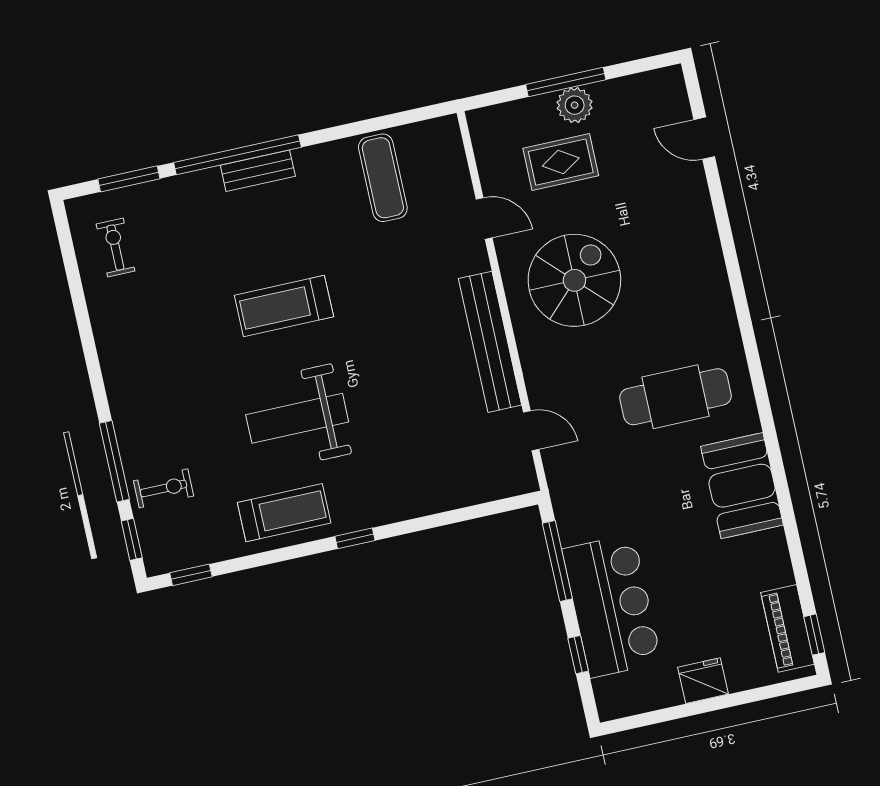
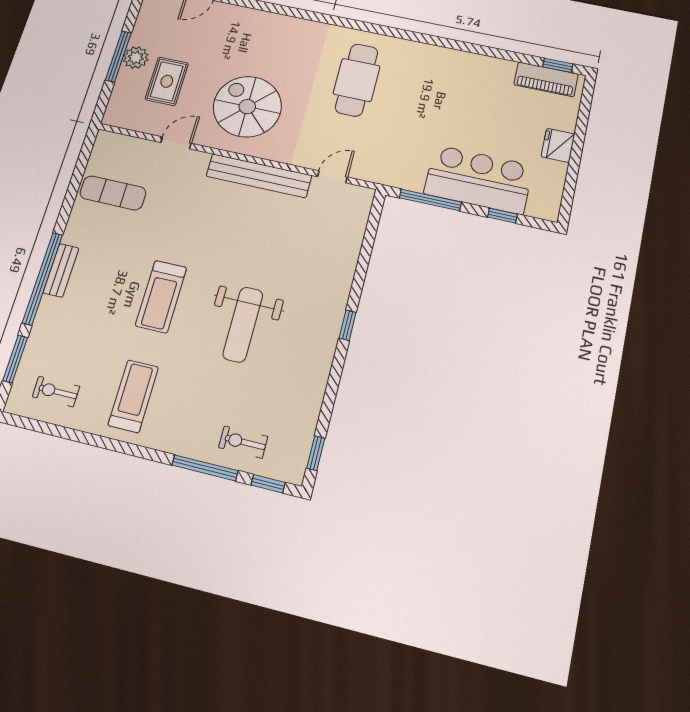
booth: (742, 486) -> (436, 66), removed
exercise bike: (163, 488) -> (243, 442), turned -90
treadmill: (284, 513) -> (133, 396), moved

